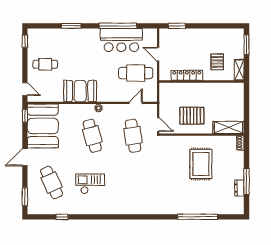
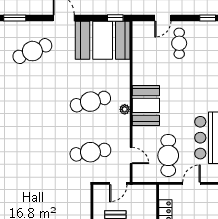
door: (25, 89) -> (163, 18), moved
booth: (80, 91) -> (146, 105), moved
door: (158, 124) -> (118, 183), moved
checkout: (90, 184) -> (31, 99), removed

